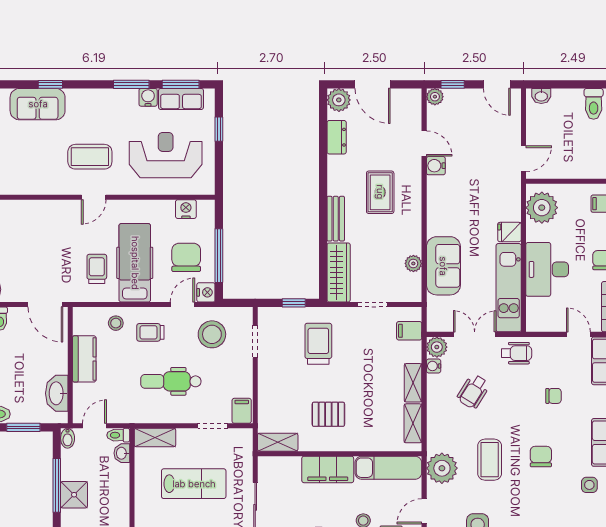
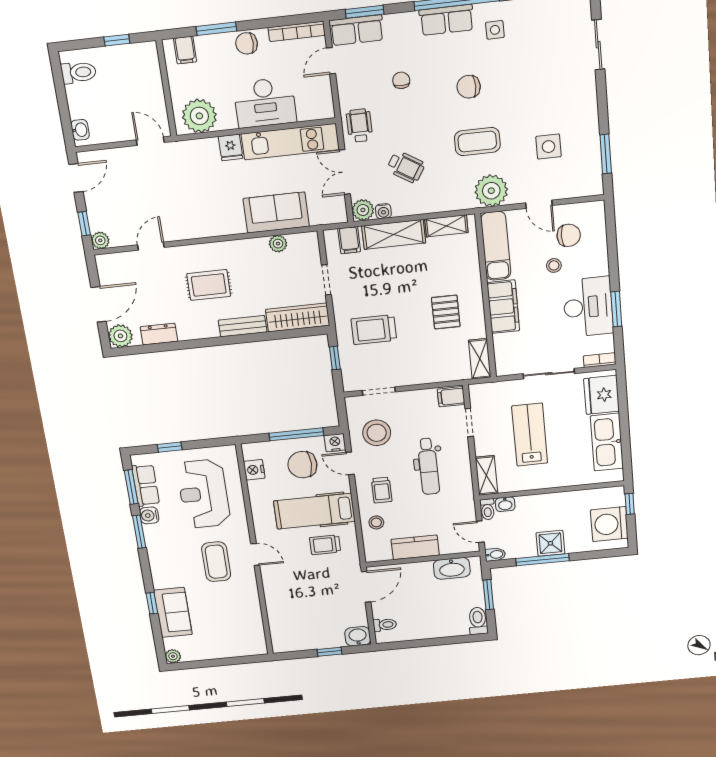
water cooler: (436, 166) -> (172, 232), removed
shelving: (413, 383) -> (394, 234), width x1.50, depth x1.33

